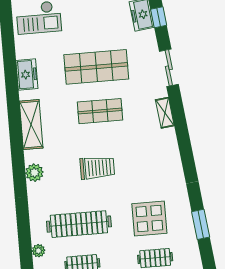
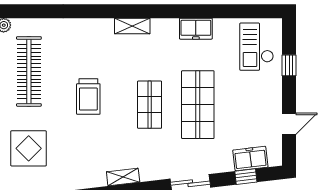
shelving: (165, 113) -> (123, 177), moved
shelving: (31, 125) -> (132, 26), width x0.67, depth x0.75
plant: (34, 173) -> (89, 28), removed

